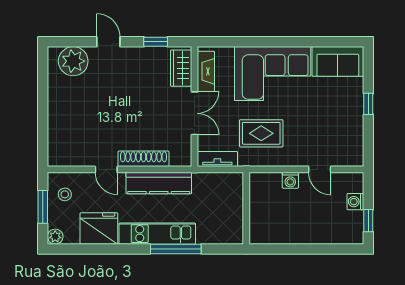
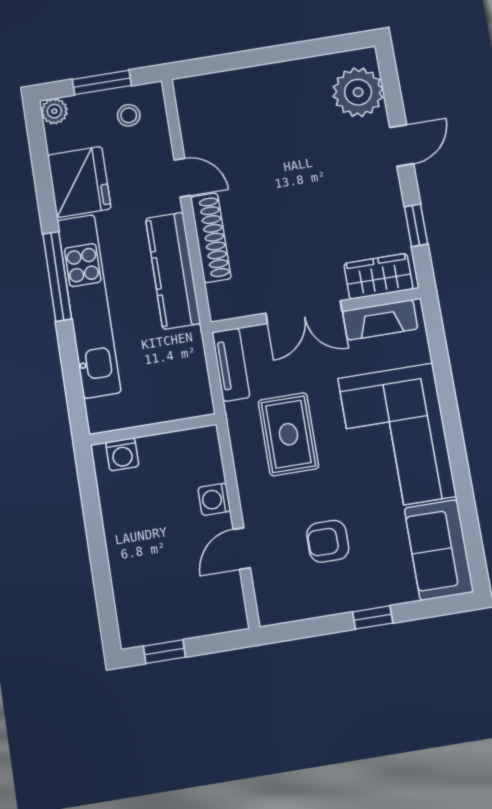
armchair: (323, 121) -> (328, 541), added
door: (106, 169) -> (182, 178), swing flipped
washing machine: (355, 202) -> (122, 454), moved, turned 180
kitchen unit: (157, 234) -> (89, 306), width x1.36
window: (176, 249) -> (57, 276), moved

